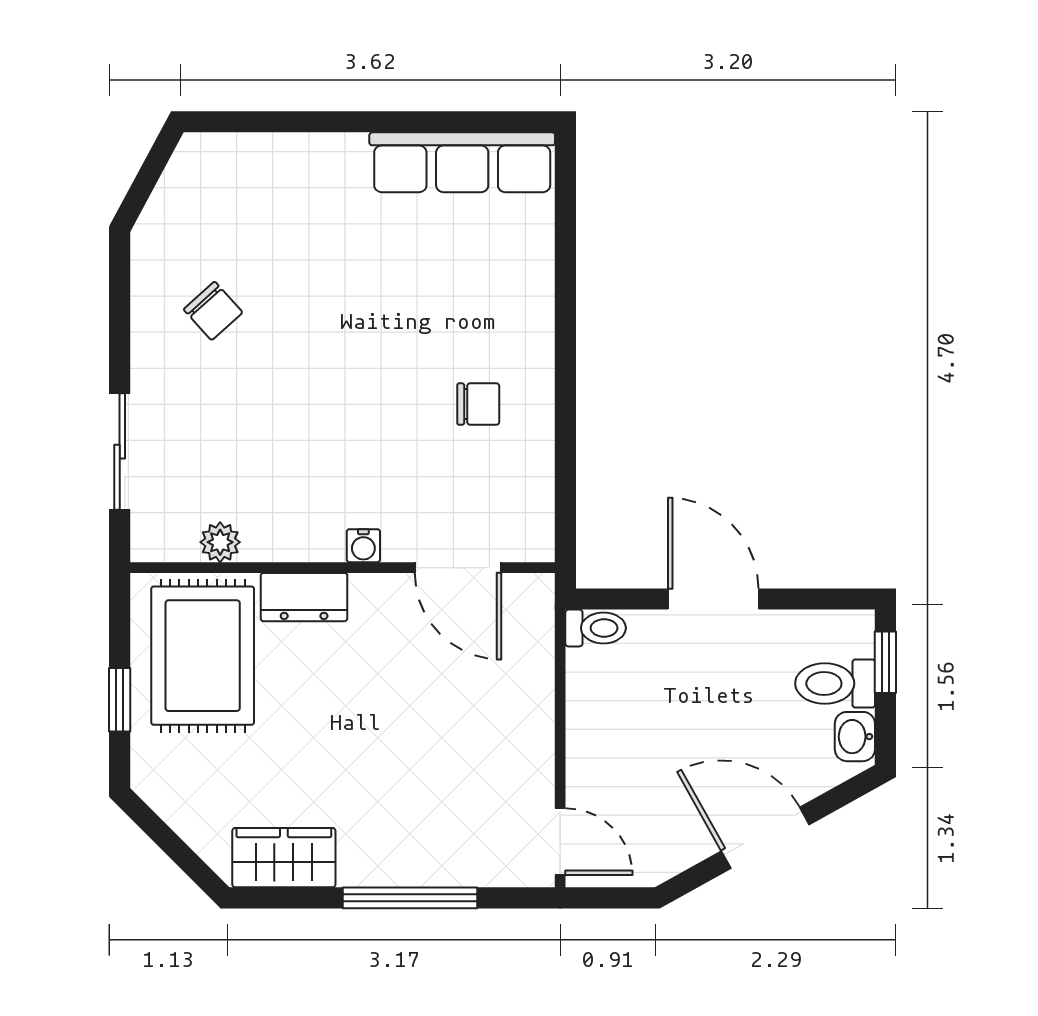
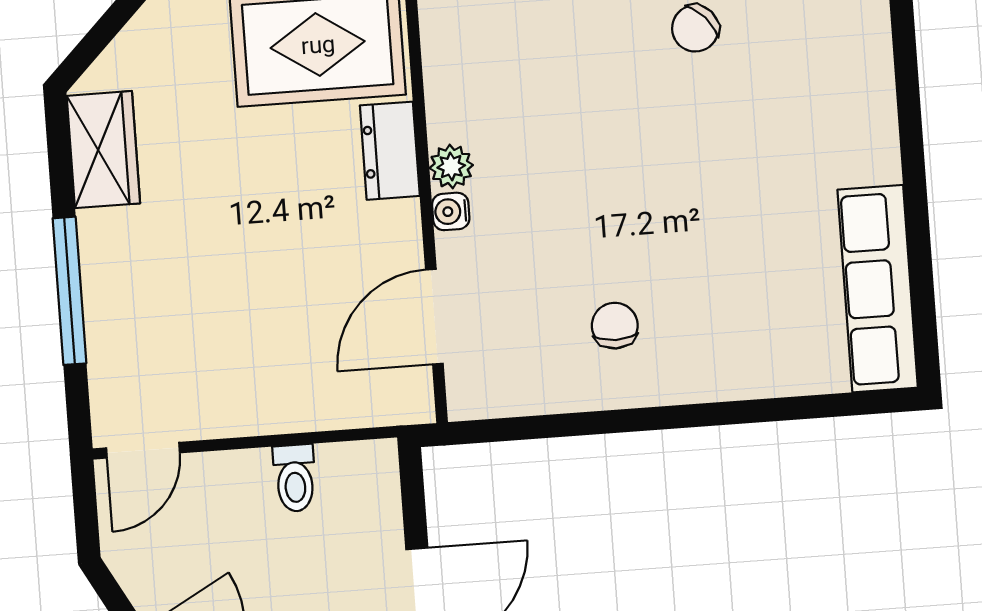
chair: (478, 404) -> (615, 326), turned 180
plant: (220, 542) -> (451, 167), moved
toilet: (596, 628) -> (295, 478), moved

